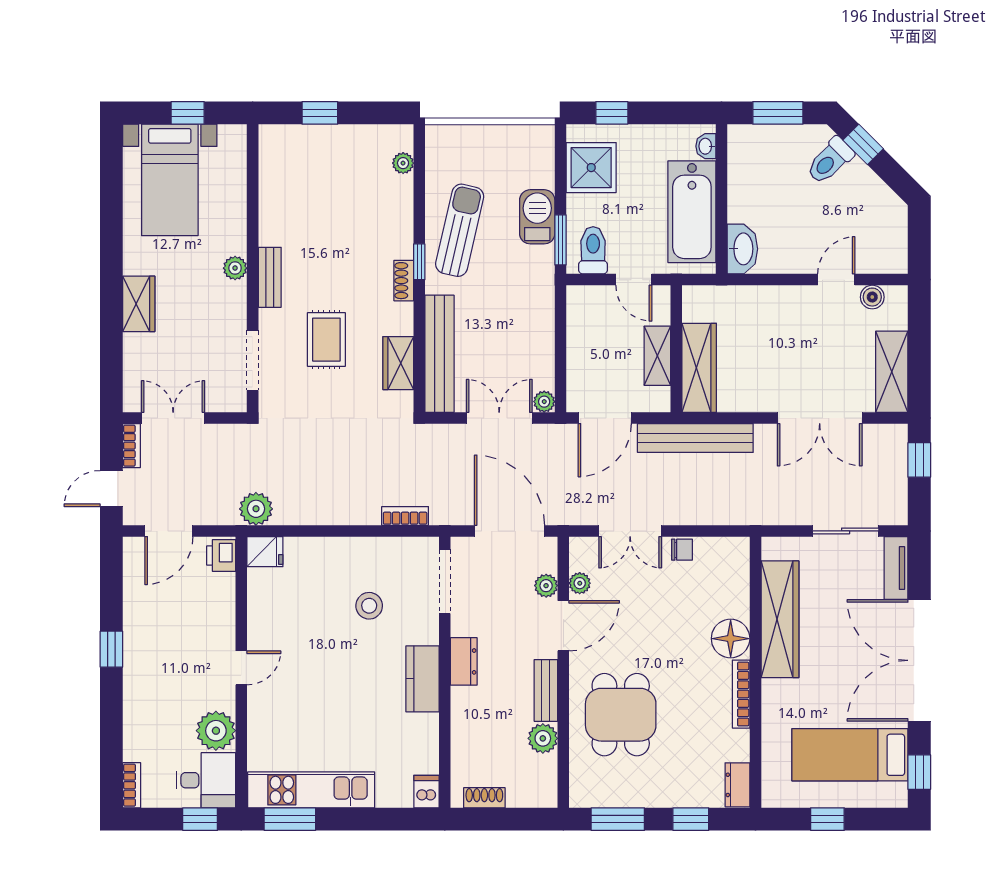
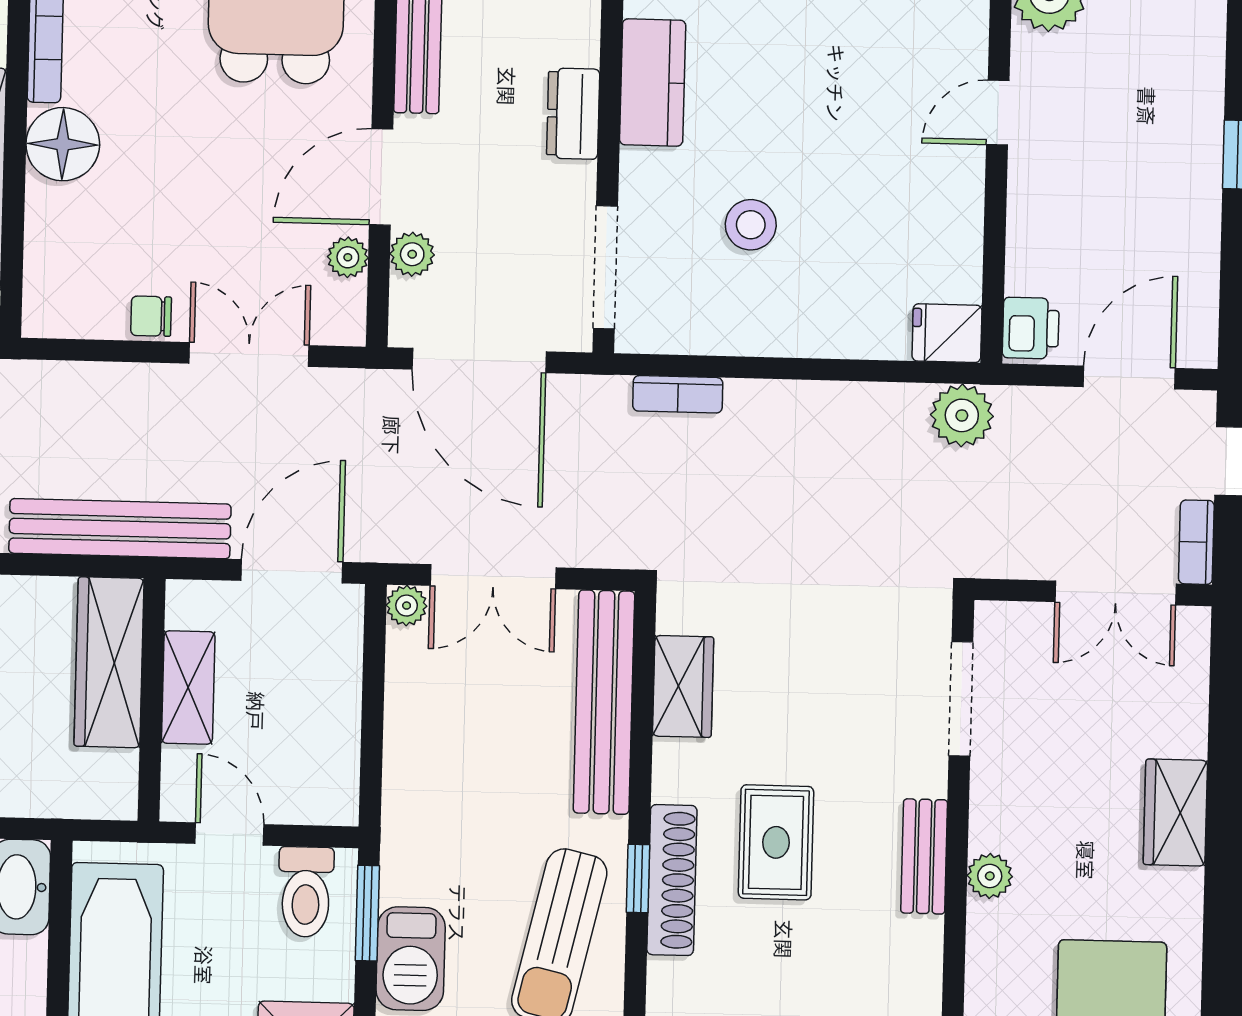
shoe rack: (404, 281) -> (672, 880), width x1.94, depth x1.24
rug: (326, 340) -> (776, 842), moved

